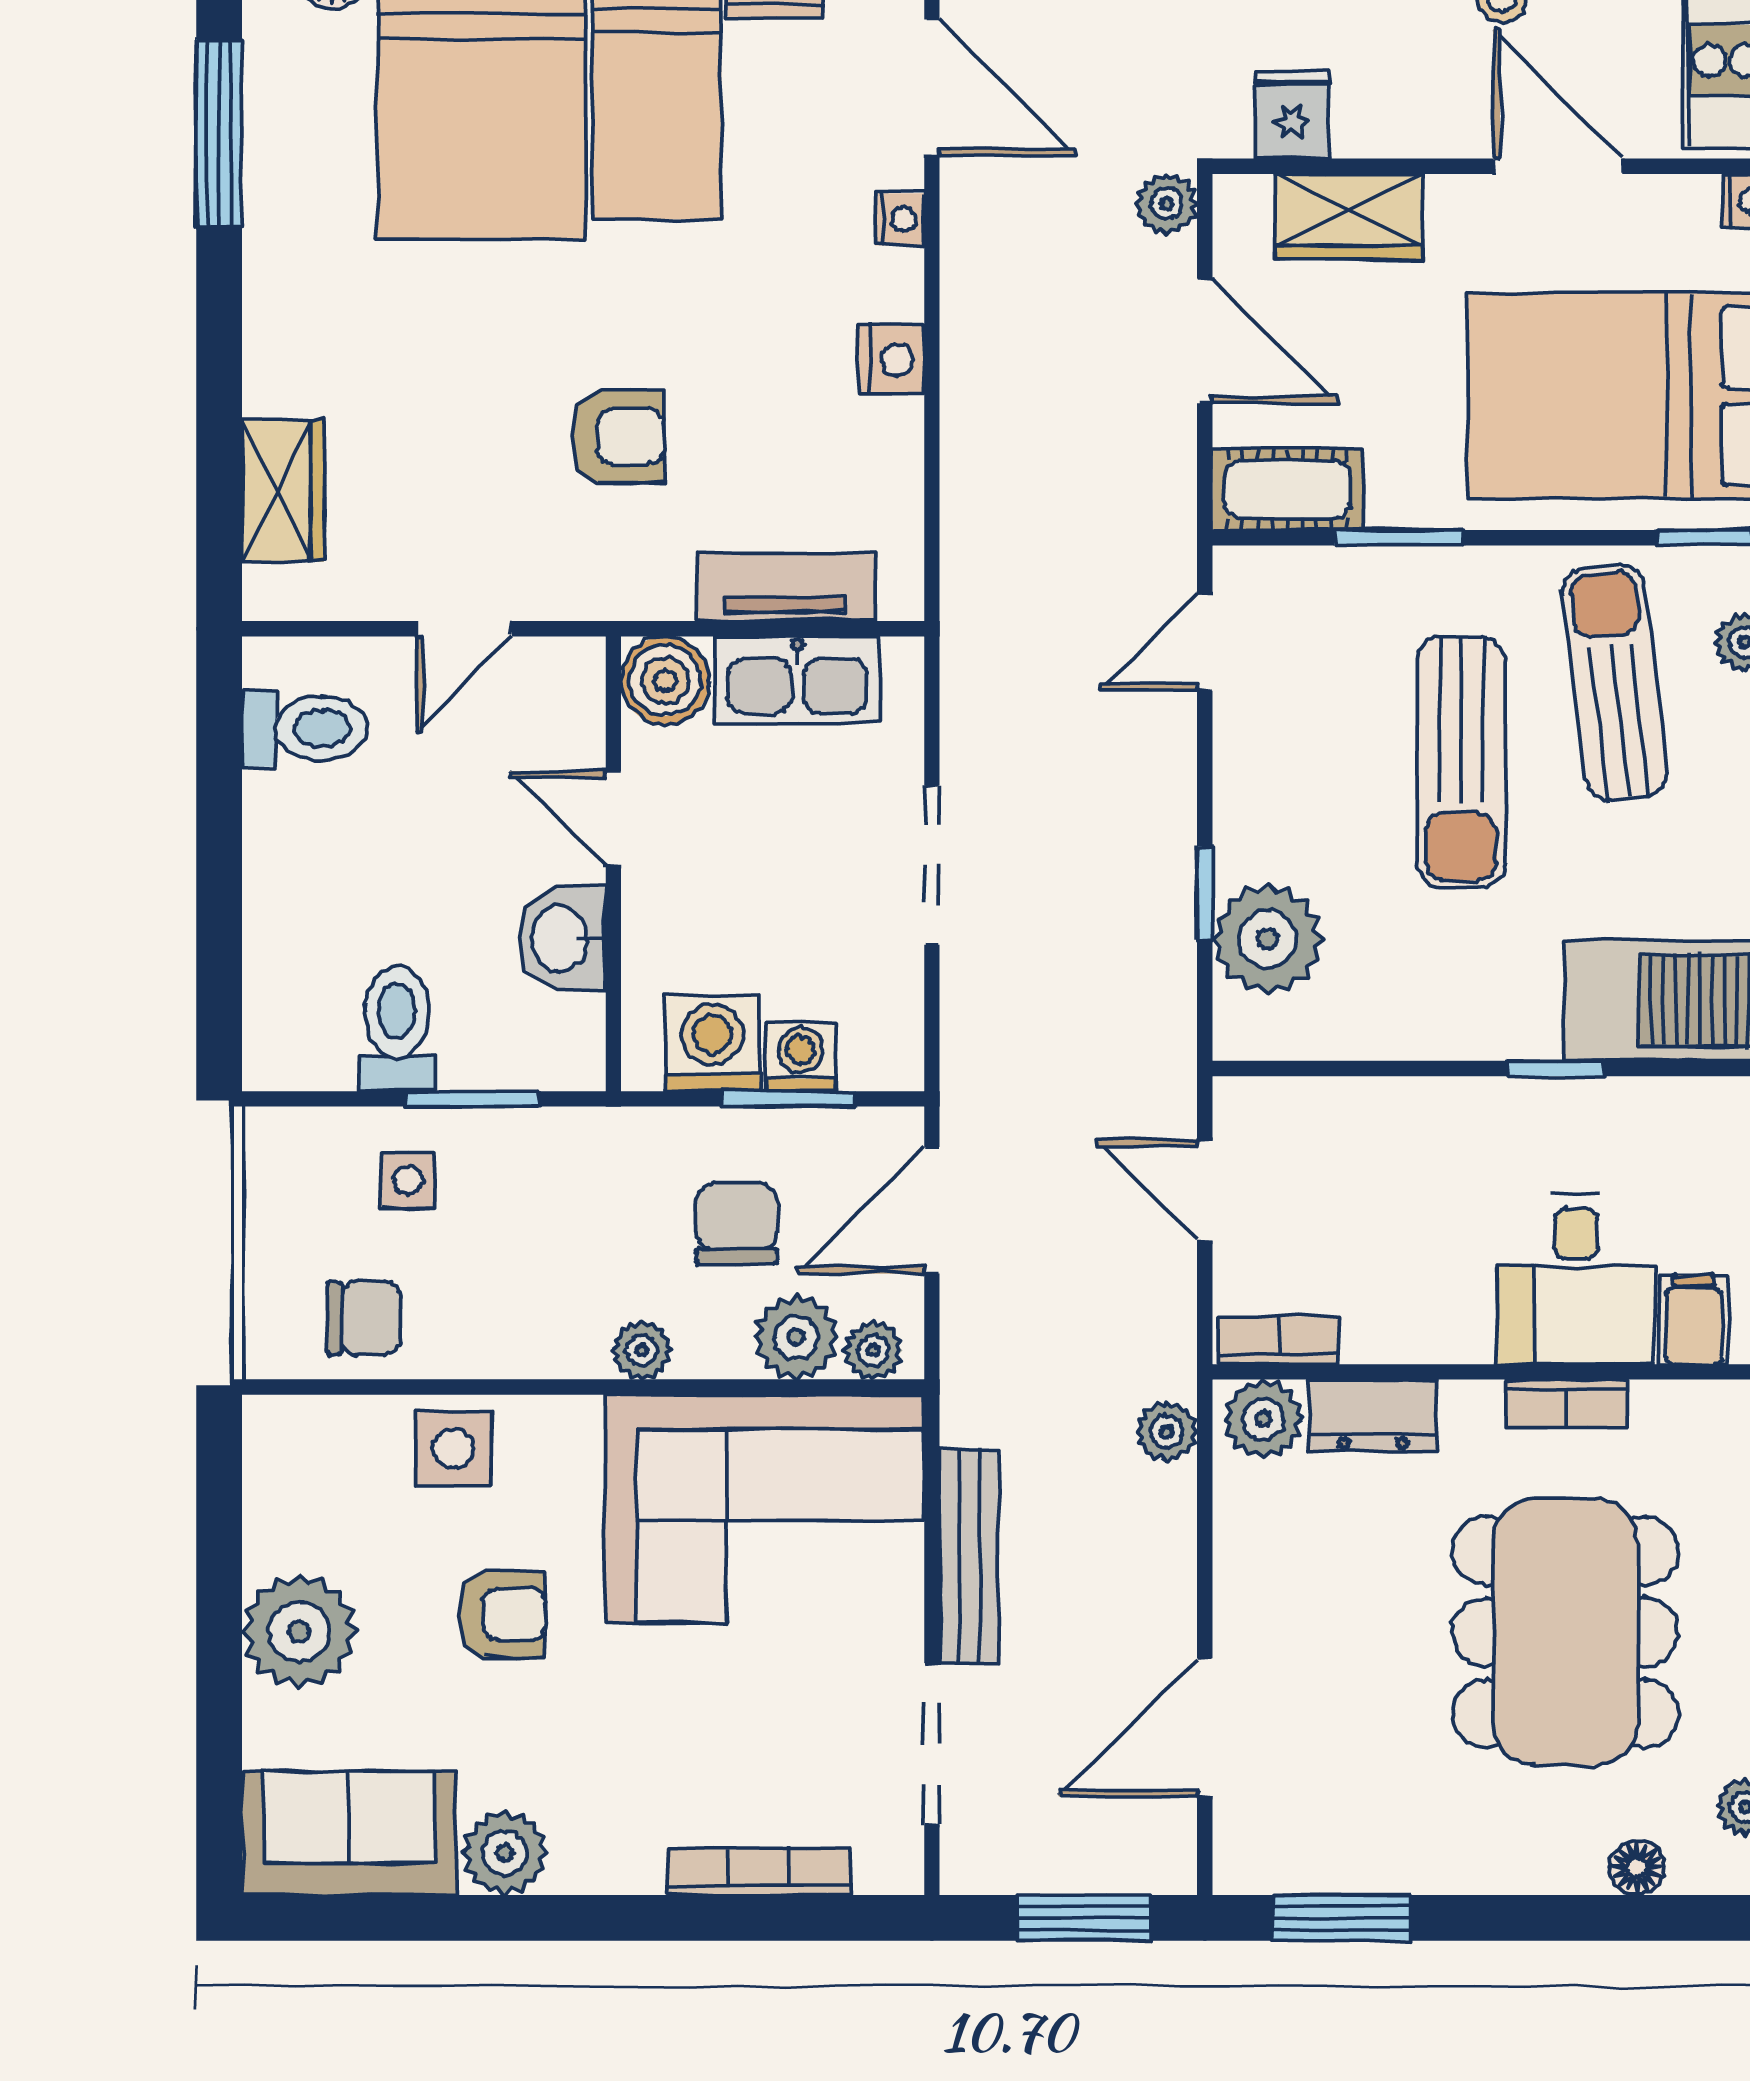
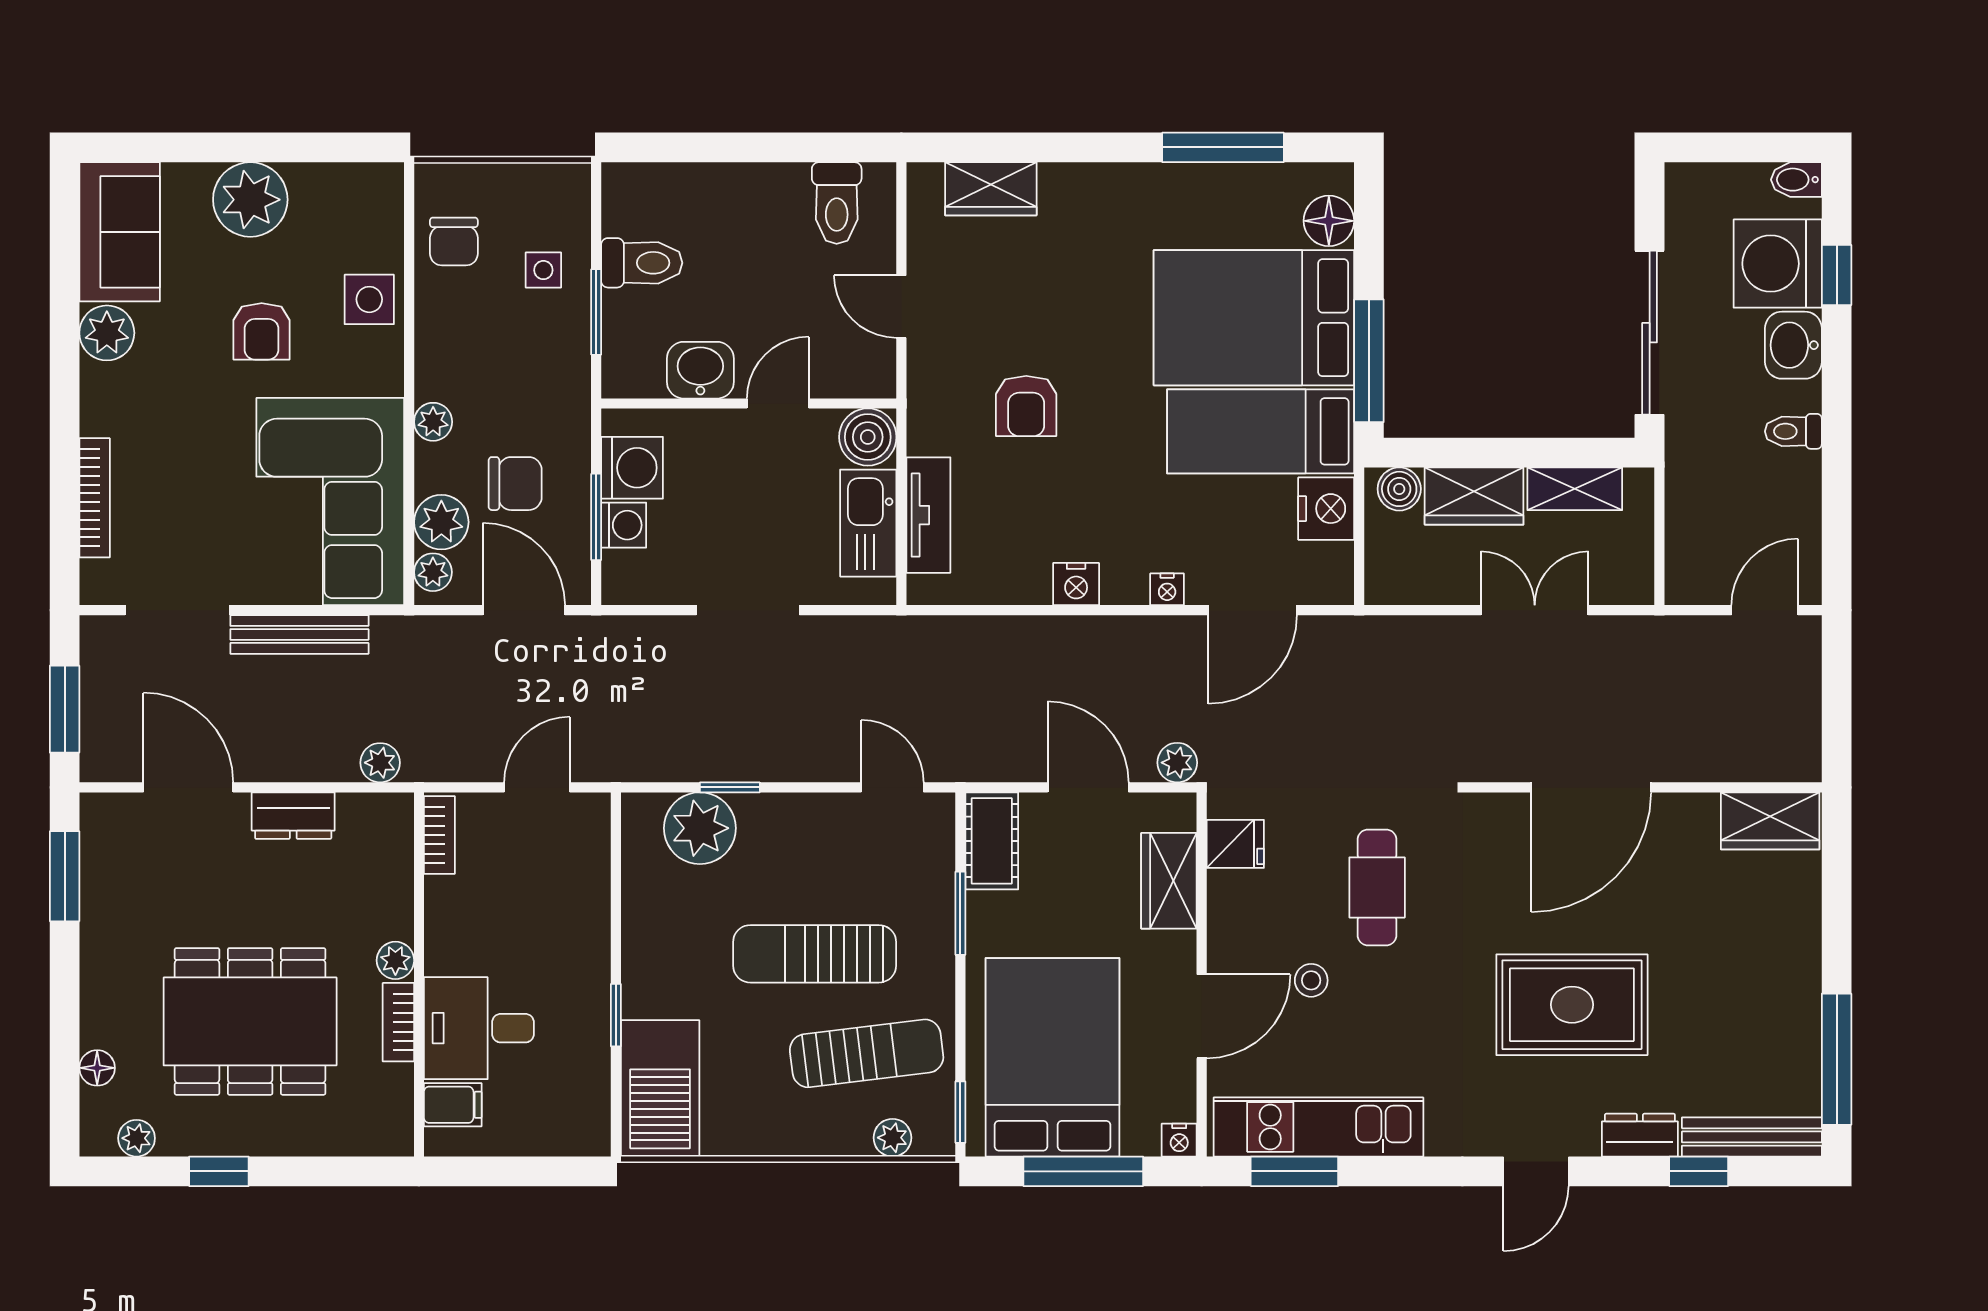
door: (1205, 341) -> (1088, 787), swing flipped
dresser: (1373, 1415) -> (293, 816), moved, turned -90
plant: (1263, 1419) -> (395, 960), moved, width x0.73, depth x0.73

